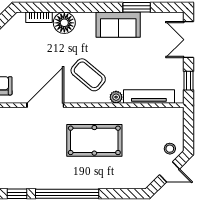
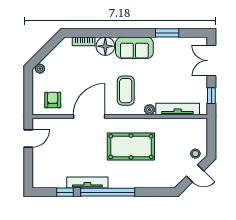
sofa: (118, 25) -> (134, 48), moved
coffee table: (88, 75) -> (126, 91), turned 50
tv unit: (43, 183) -> (87, 183), added

